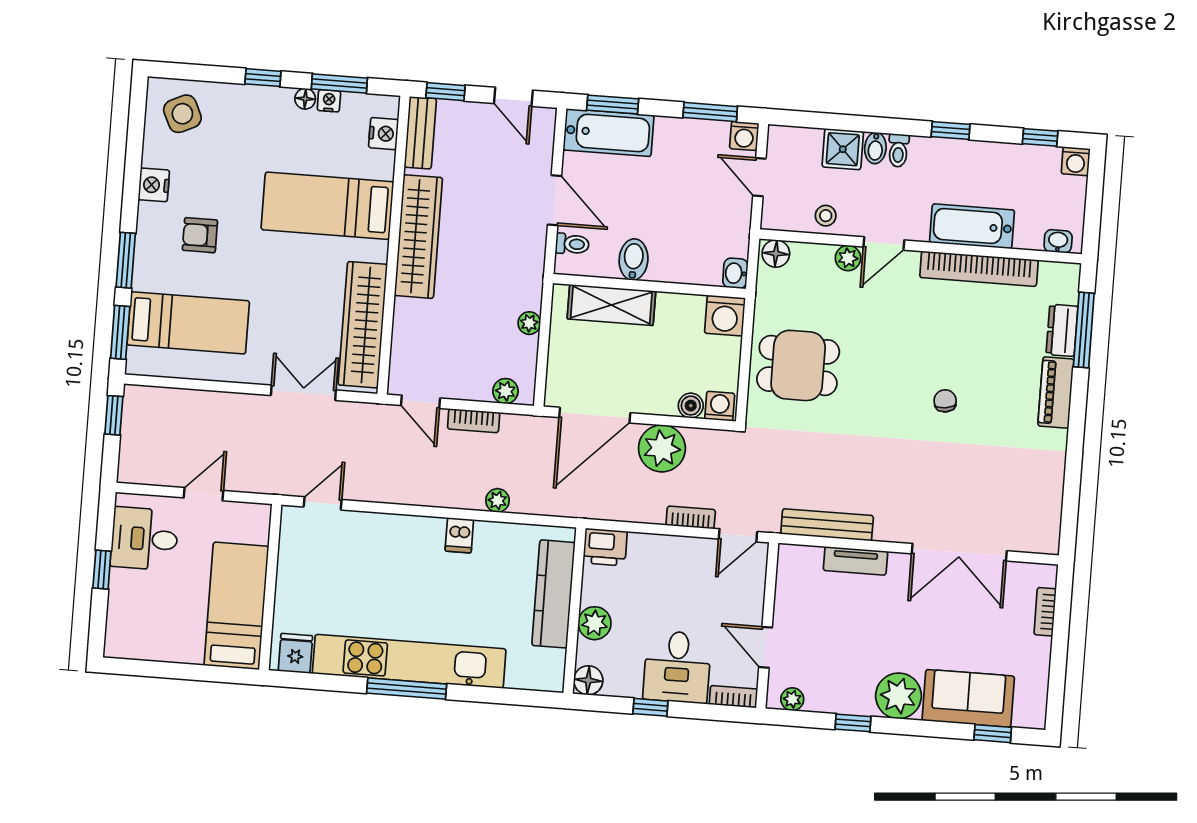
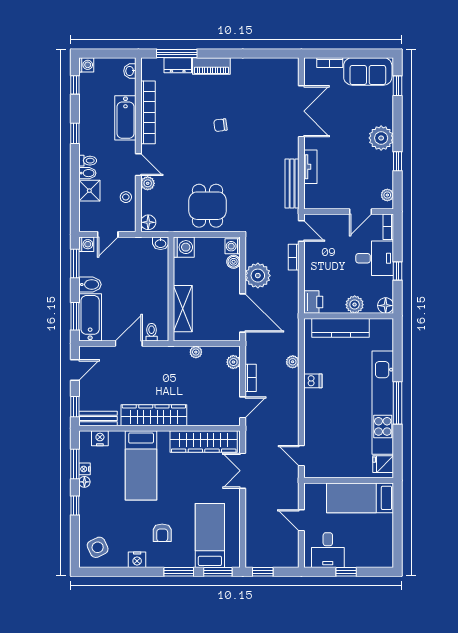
bidet: (634, 260) -> (90, 284), moved, turned 180
sofa: (968, 698) -> (368, 71), moved, turned -90

